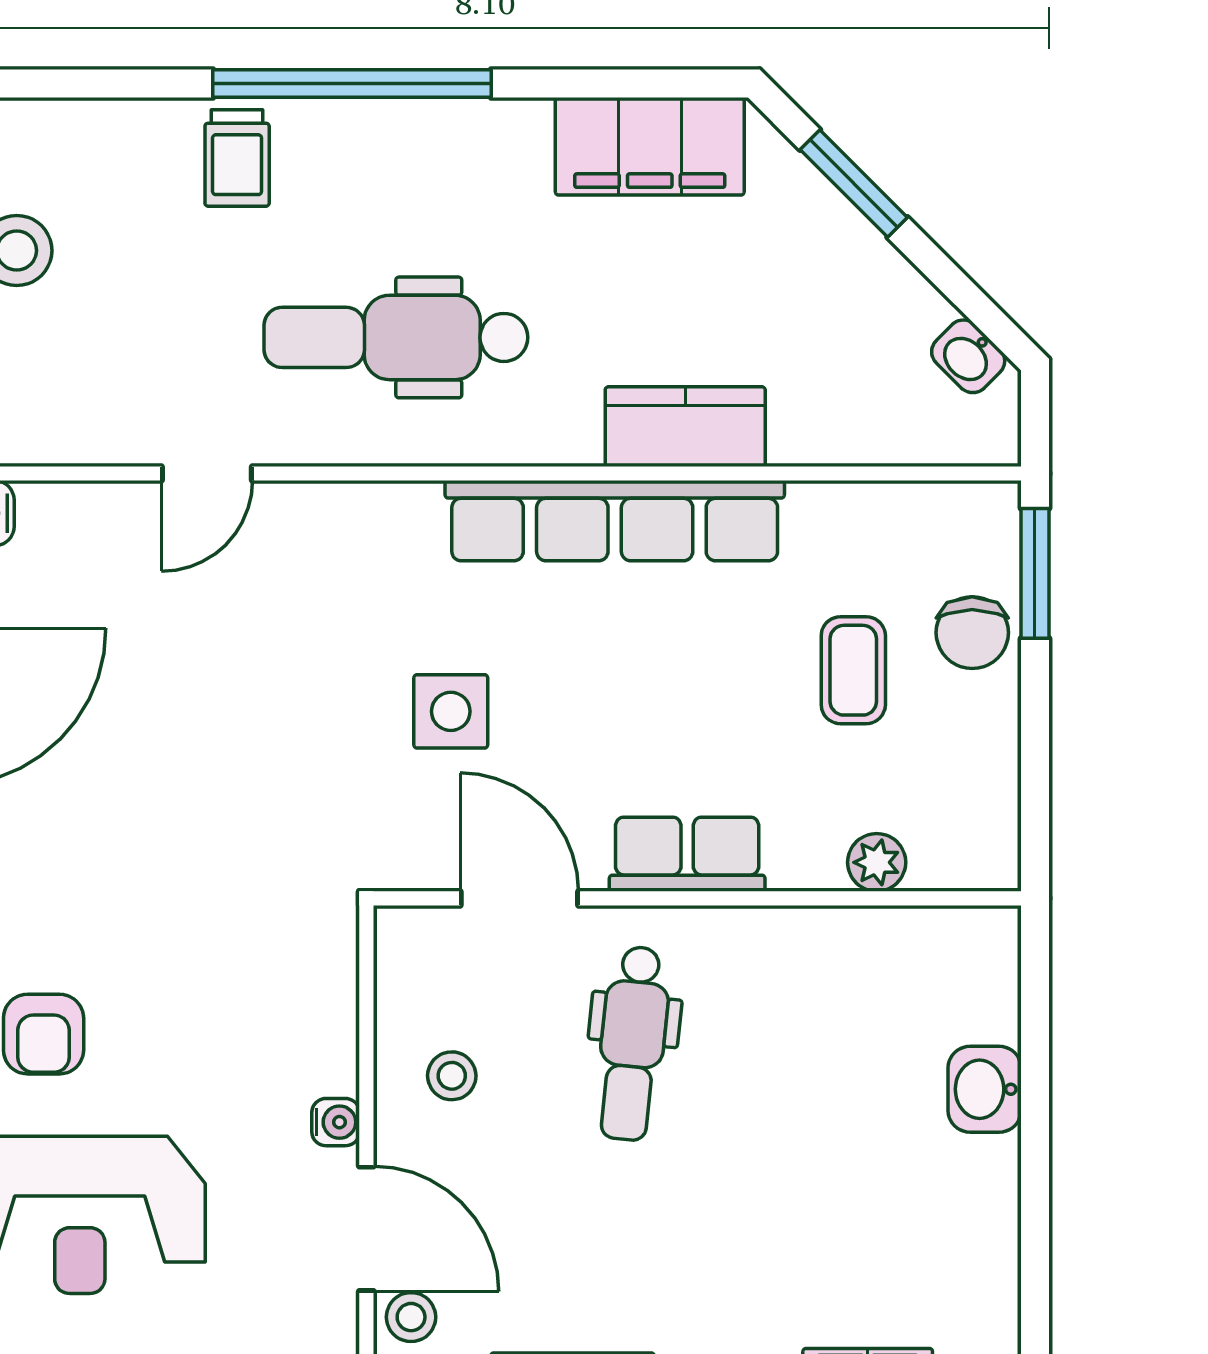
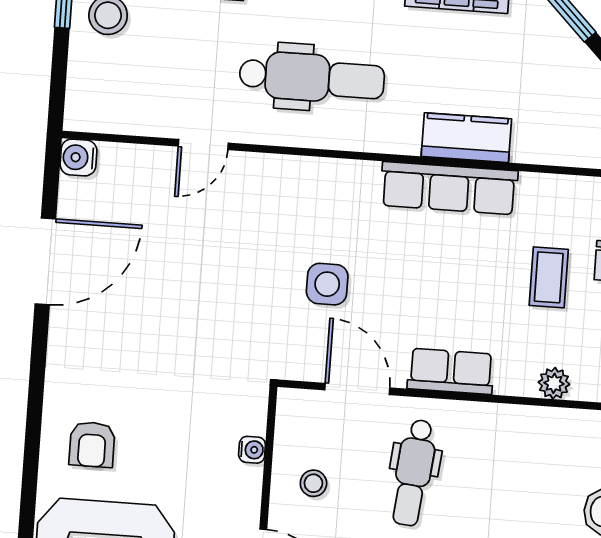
dental chair: (396, 337) -> (312, 78), turned 180
row of seats: (615, 521) -> (449, 188), width x0.73
water cooler: (336, 1122) -> (252, 450), moved

